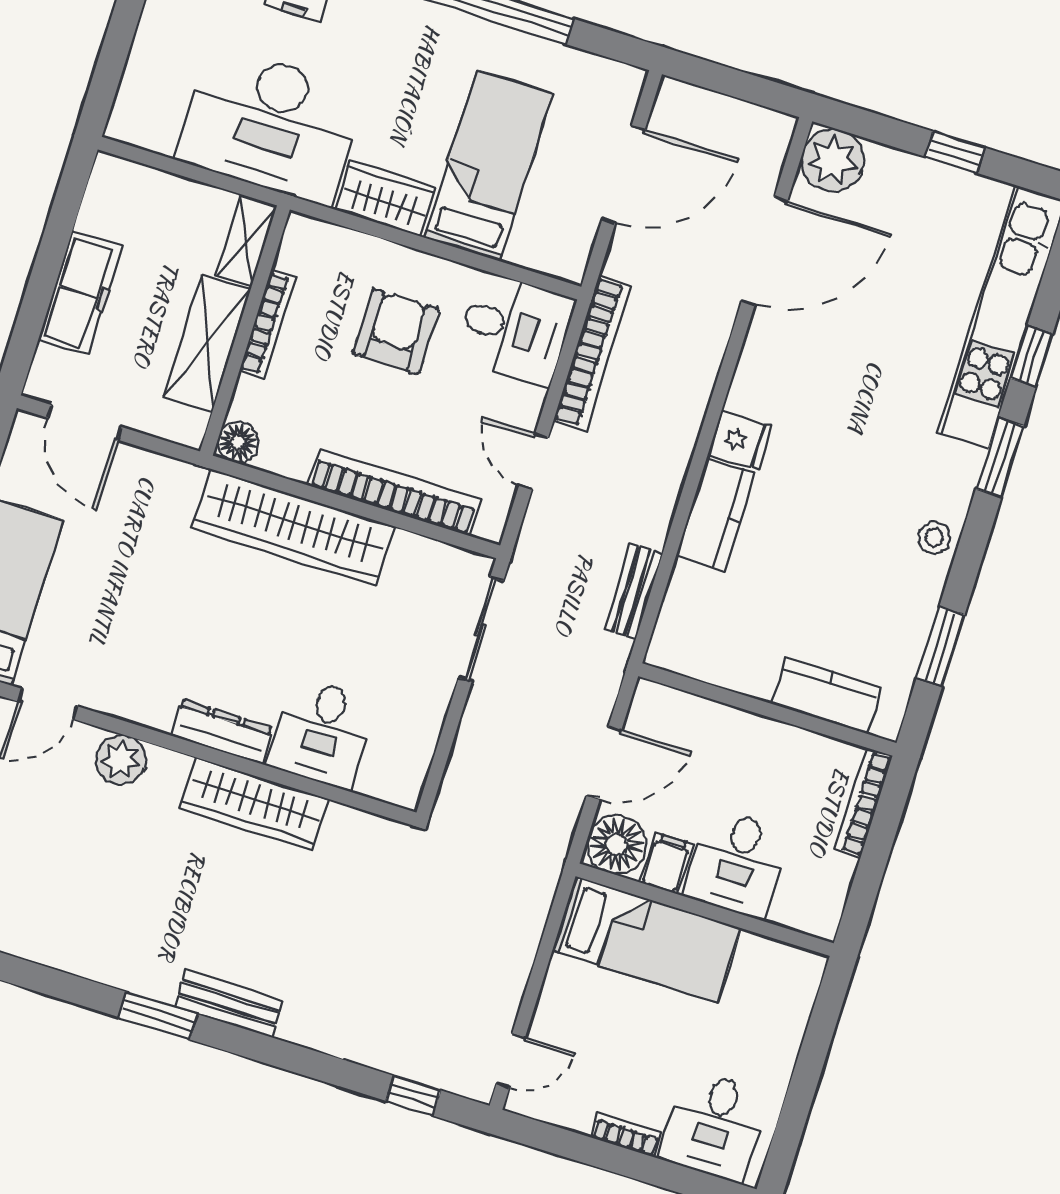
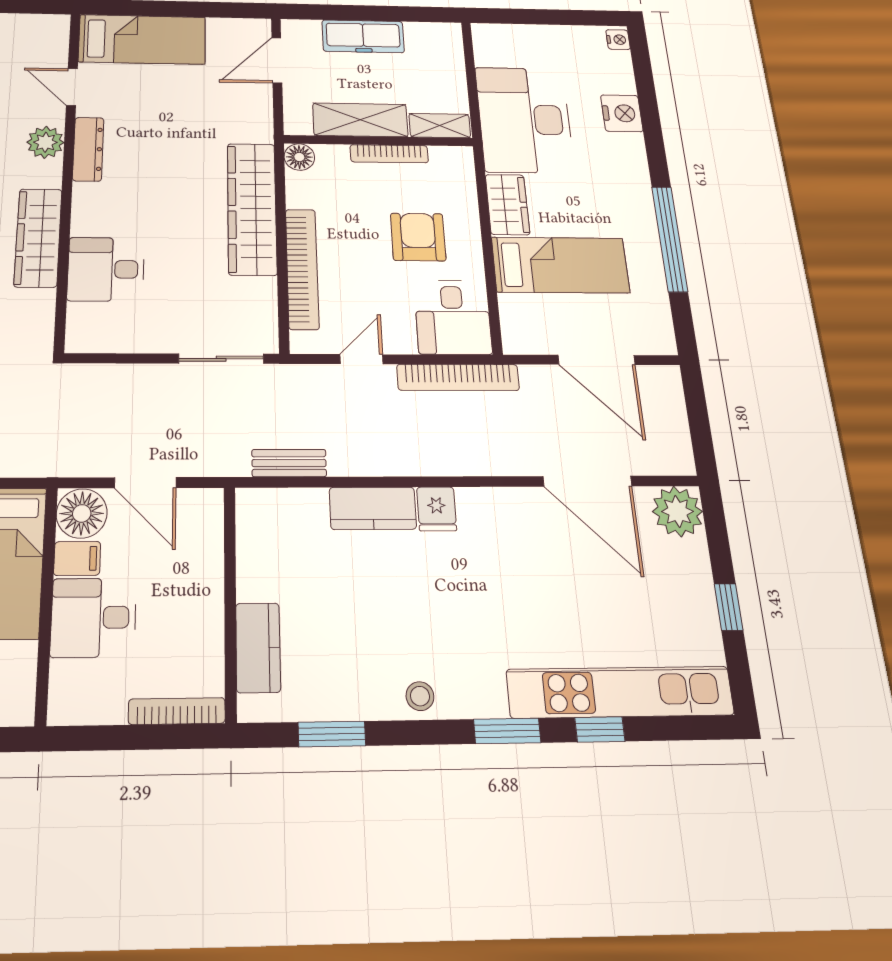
armchair: (396, 331) -> (418, 237), turned -90
dresser: (222, 732) -> (88, 149), moved

